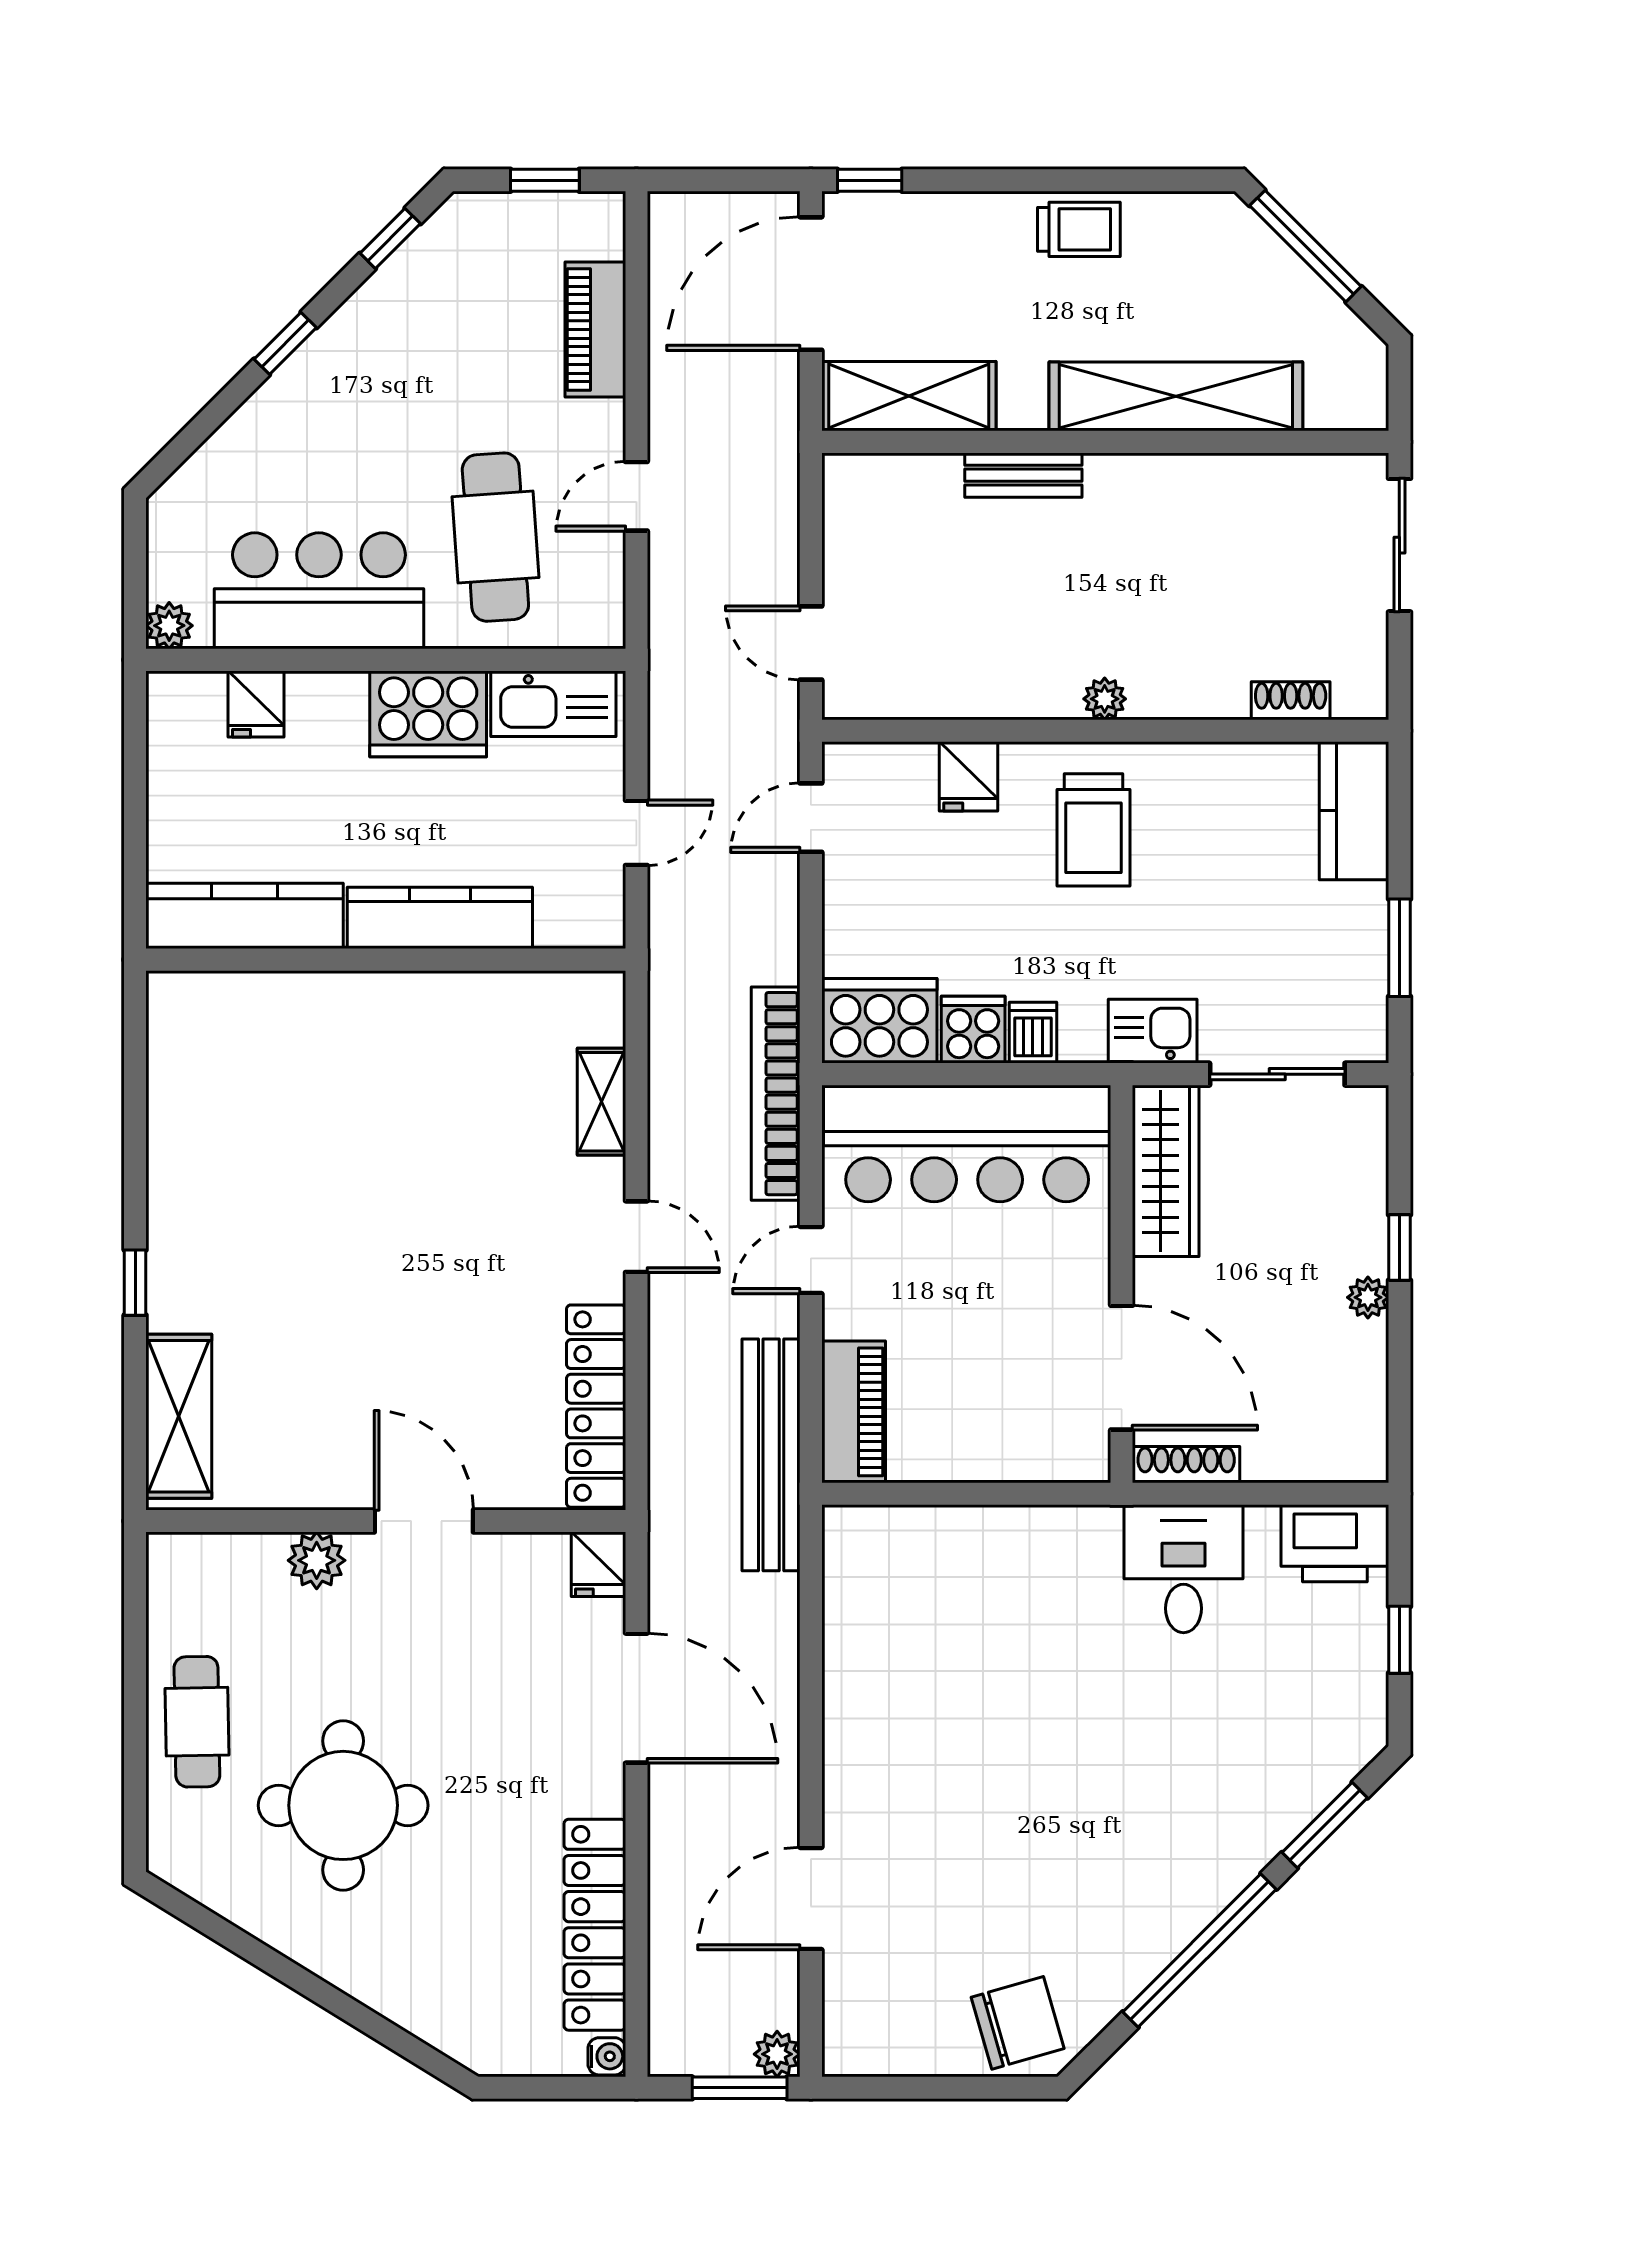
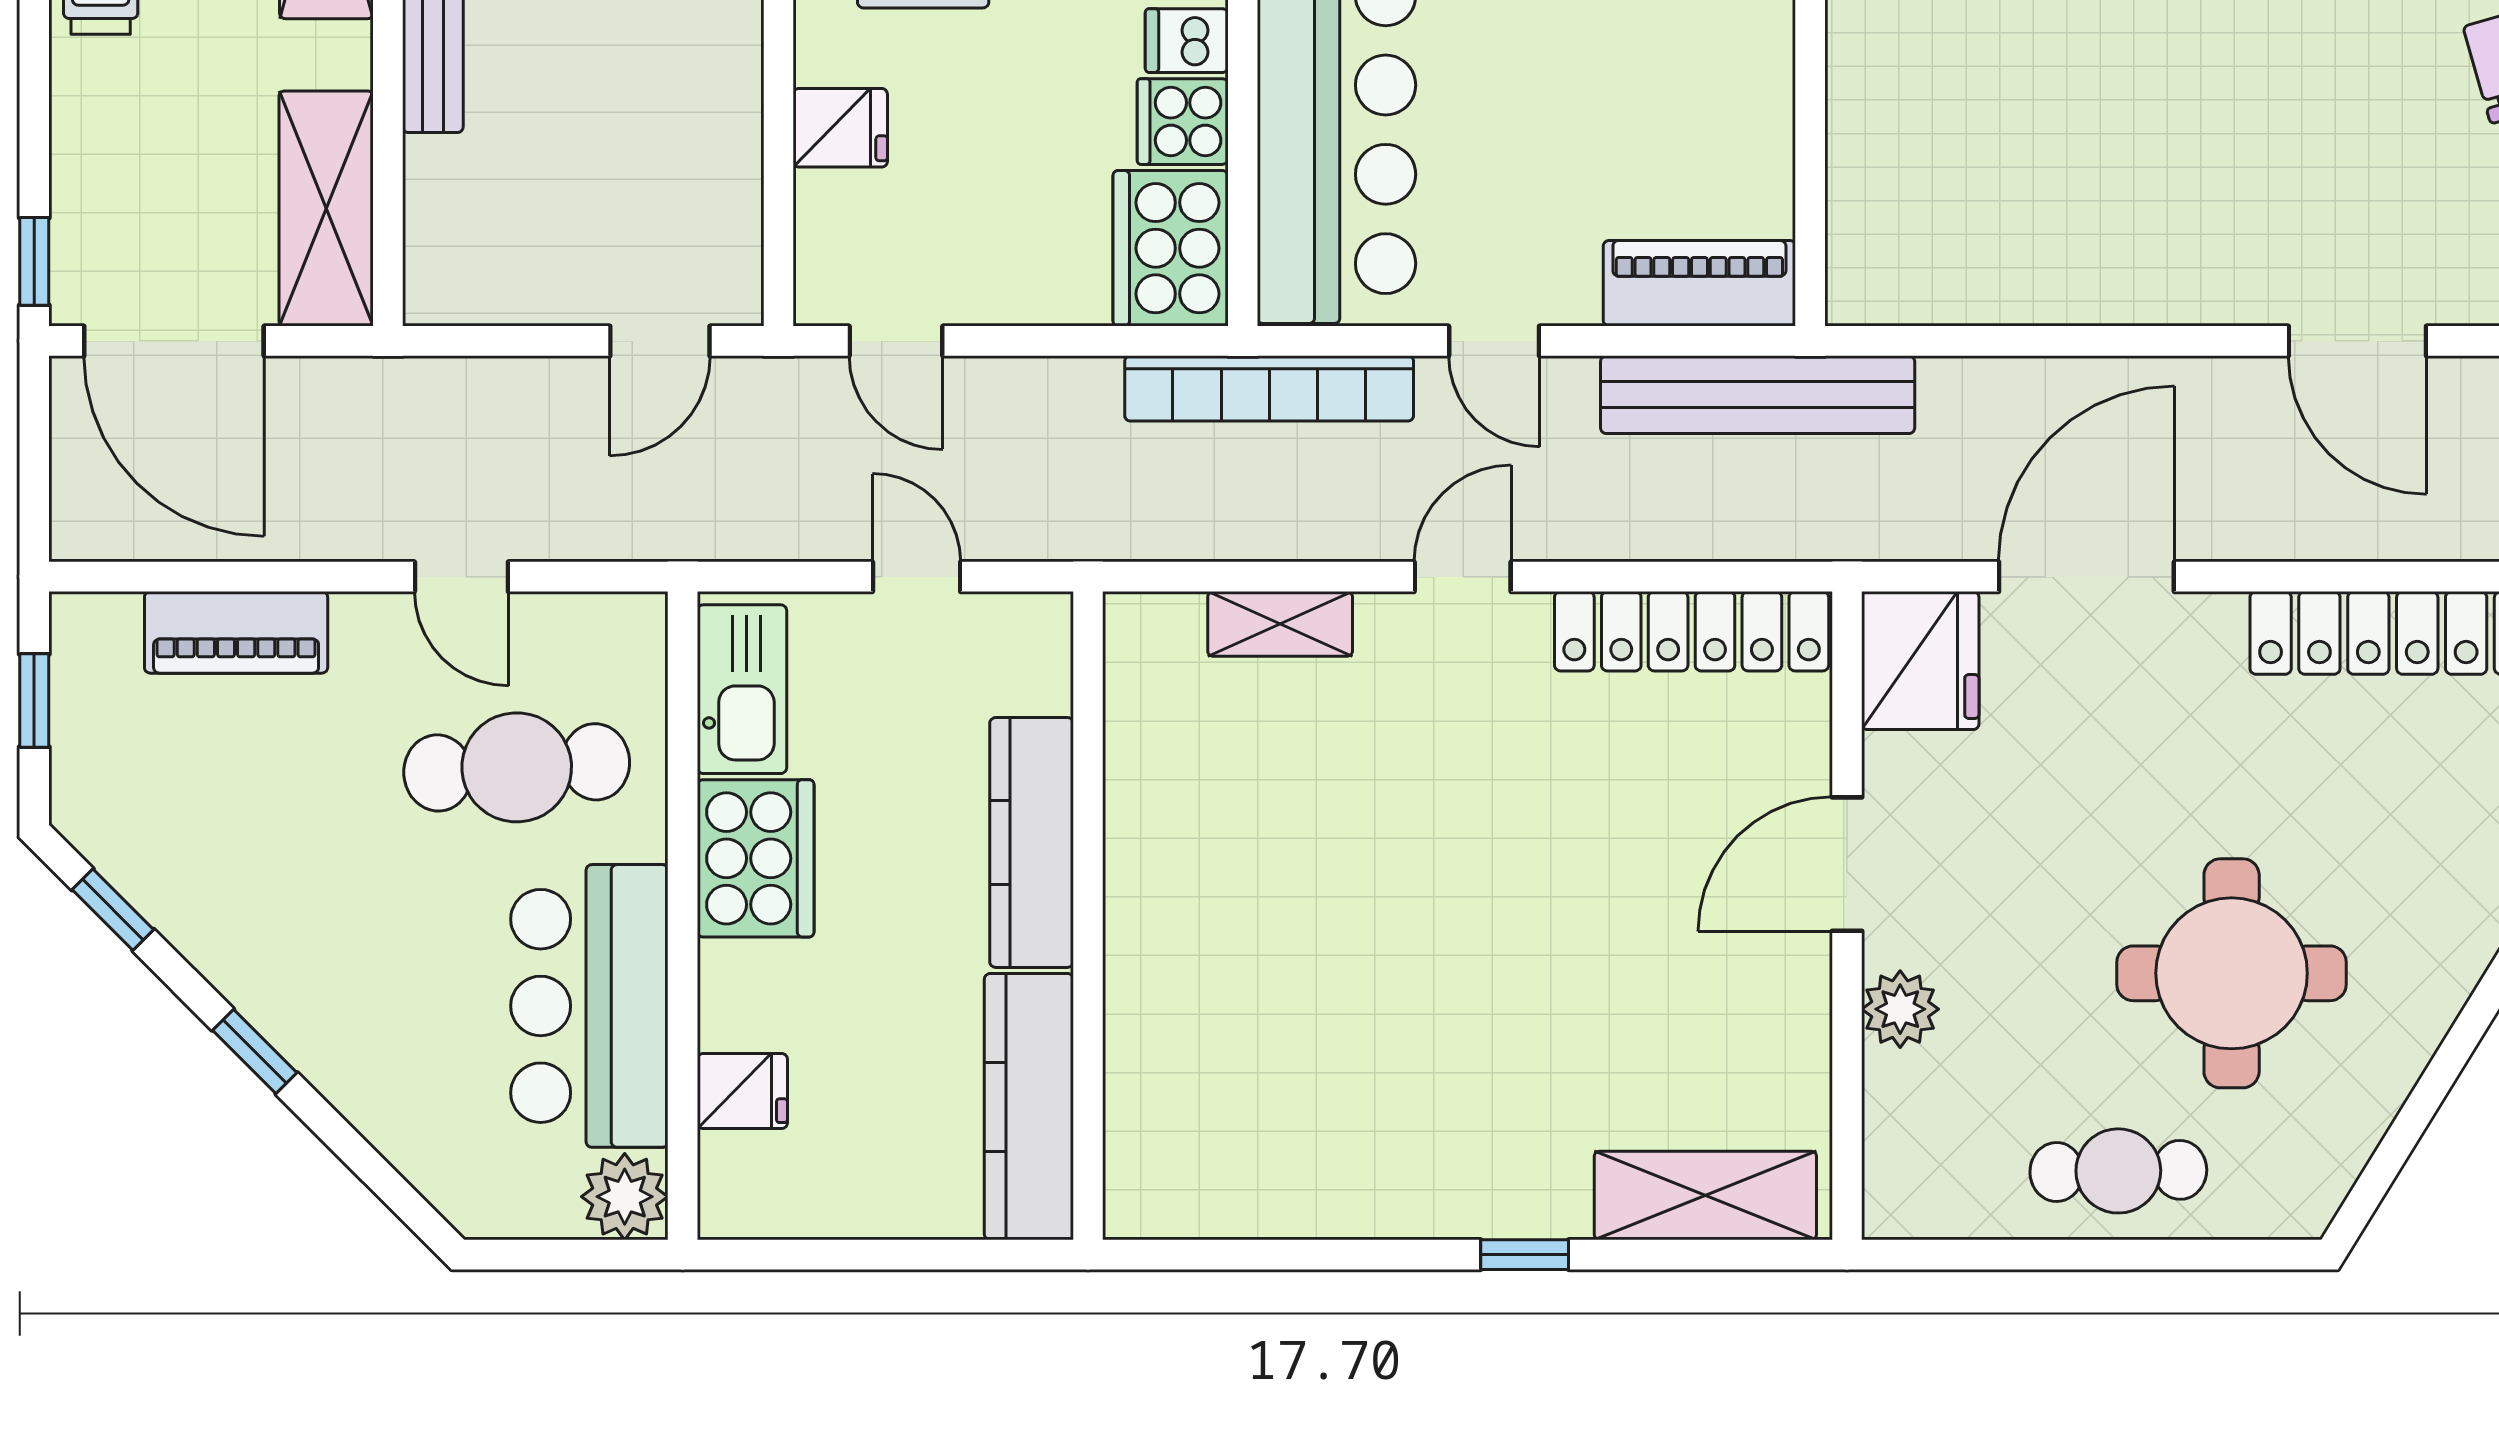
plant: (169, 626) -> (625, 1197), width x1.38, depth x1.38
fridge: (598, 1564) -> (1920, 661), width x1.88, depth x1.34

